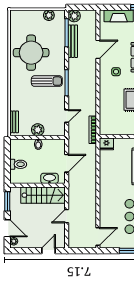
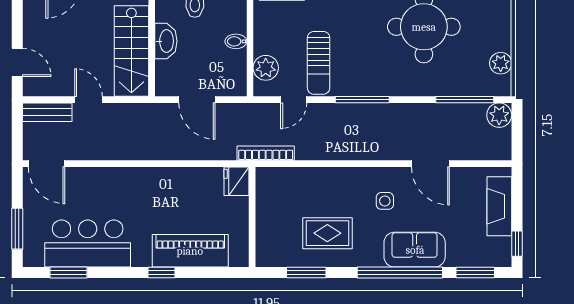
bench: (73, 41) -> (47, 112), moved, width x0.73
sun lounger: (47, 81) -> (319, 63), moved
door: (67, 116) -> (294, 100), hinge flipped
plant: (38, 130) -> (266, 68), moved
washbasin: (49, 178) -> (166, 41), moved

